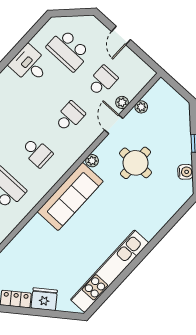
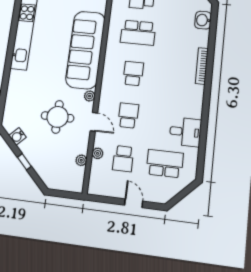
school desk: (70, 117) -> (128, 115), turned 180
door: (114, 124) -> (94, 122), moved
school desk: (37, 152) -> (133, 73), turned 90
sofa: (70, 196) -> (85, 50), width x1.36, depth x1.27

